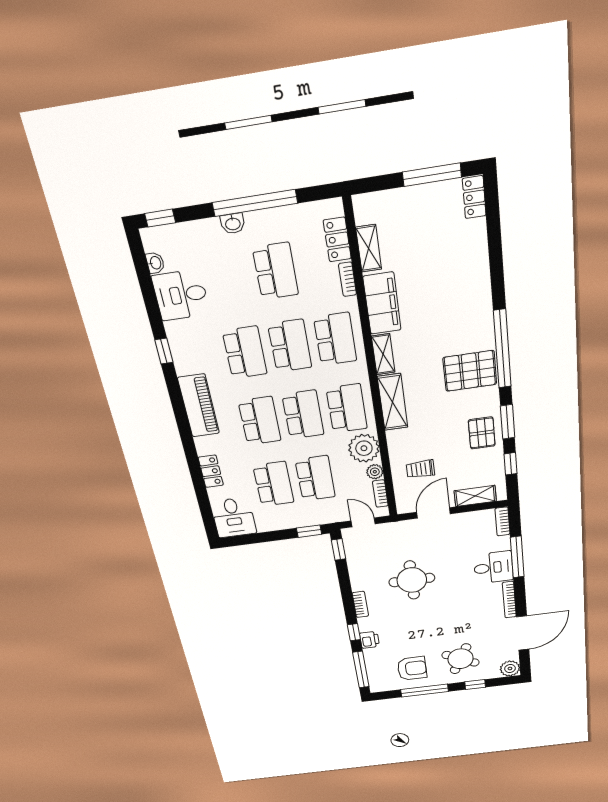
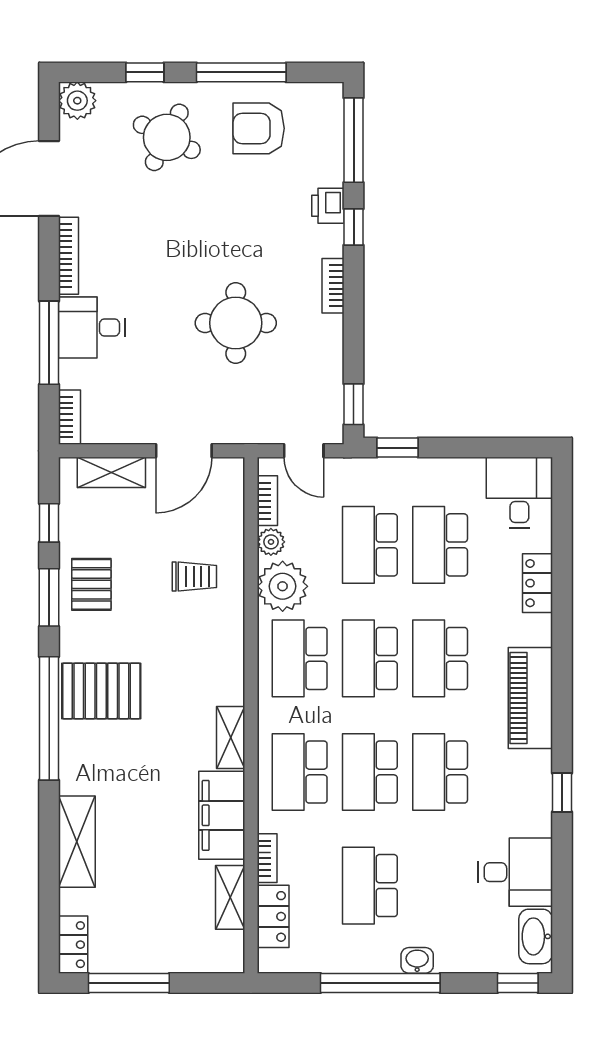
washbasin: (155, 263) -> (536, 936), width x1.91, depth x1.45
shelving: (393, 402) -> (77, 842), moved
trolley: (420, 469) -> (194, 576), moved

